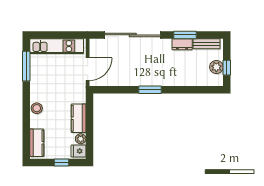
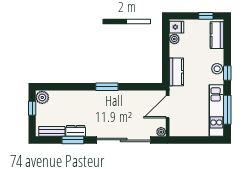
plant: (94, 43) -> (161, 132), added
kitchen unit: (57, 46) -> (216, 110), moved, turned -90
plant: (216, 67) -> (42, 97), moved
window: (26, 104) -> (227, 73), added
kitchen counter: (79, 118) -> (176, 72), moved
window: (61, 163) -> (206, 16), moved

